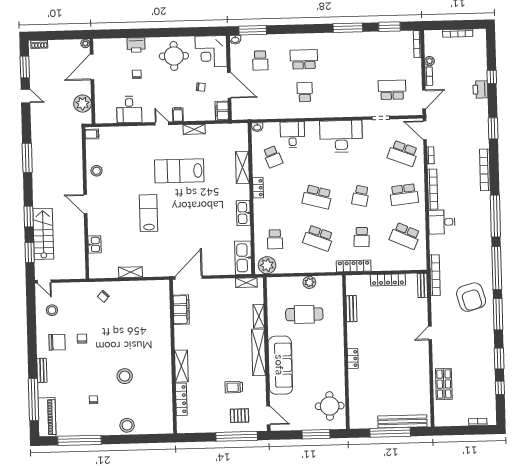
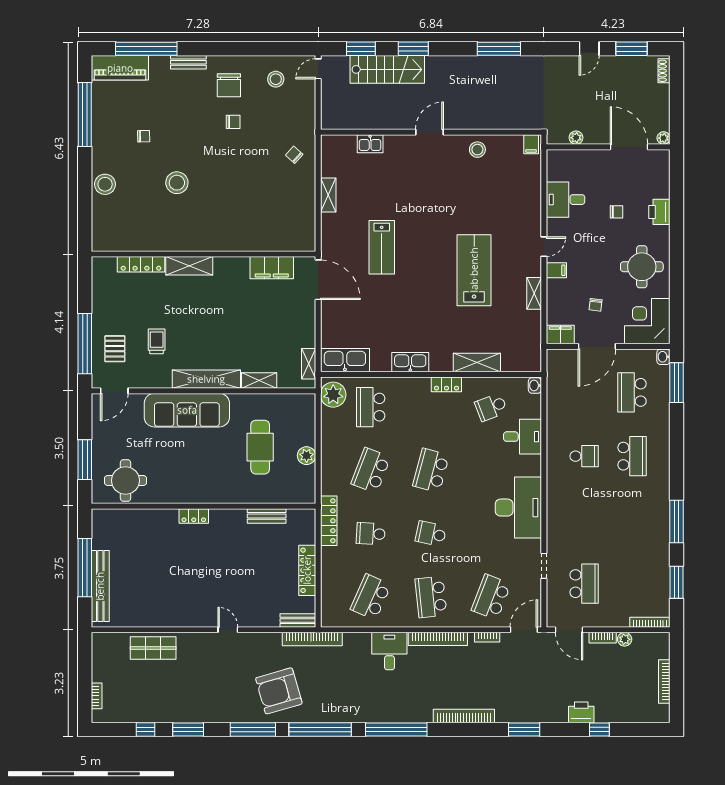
school desk: (260, 60) -> (632, 392), width x1.85
plant: (83, 104) -> (576, 138), width x0.53, depth x0.53
lab bench: (149, 213) -> (382, 247), moved, turned 90
school desk: (275, 239) -> (371, 407), width x1.85

